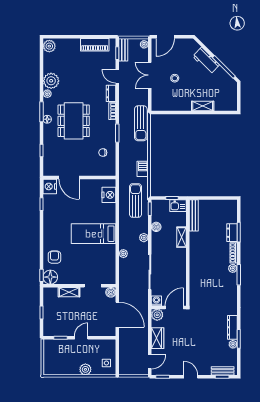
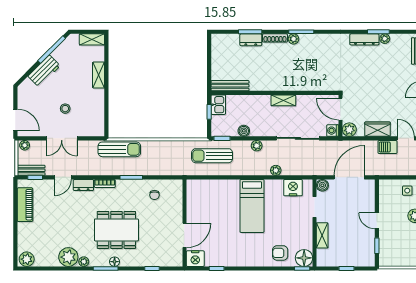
shelving: (232, 100) -> (92, 39), added
barbecue: (143, 169) -> (387, 147), moved
nightstand: (109, 195) -> (293, 188), moved
shelving: (182, 237) -> (283, 100), moved

